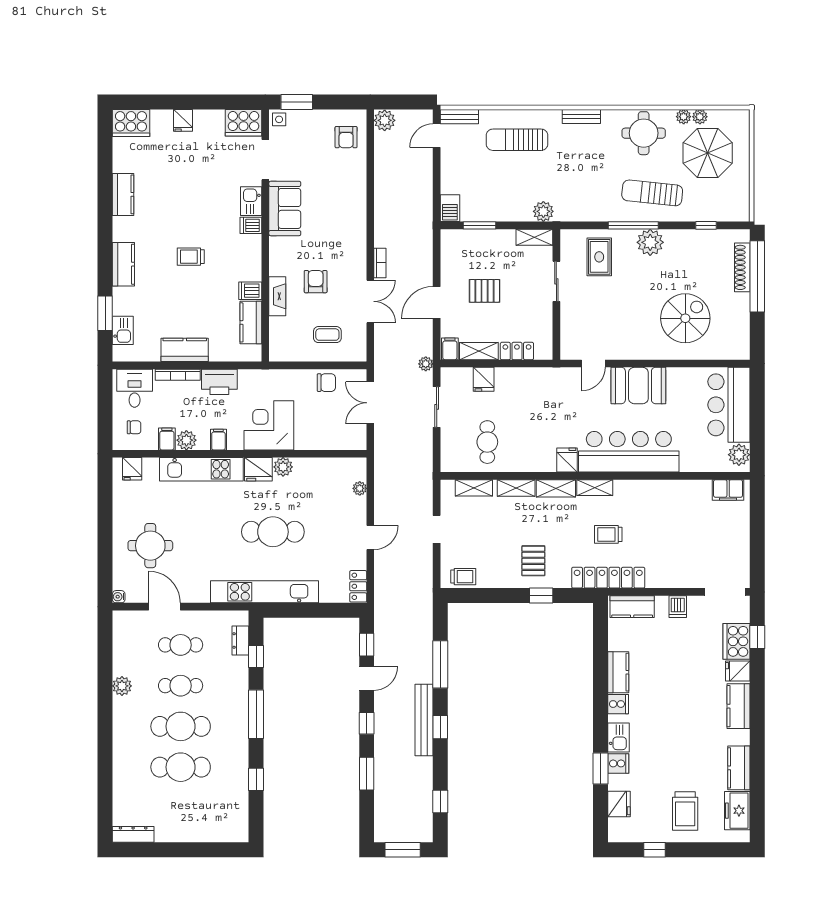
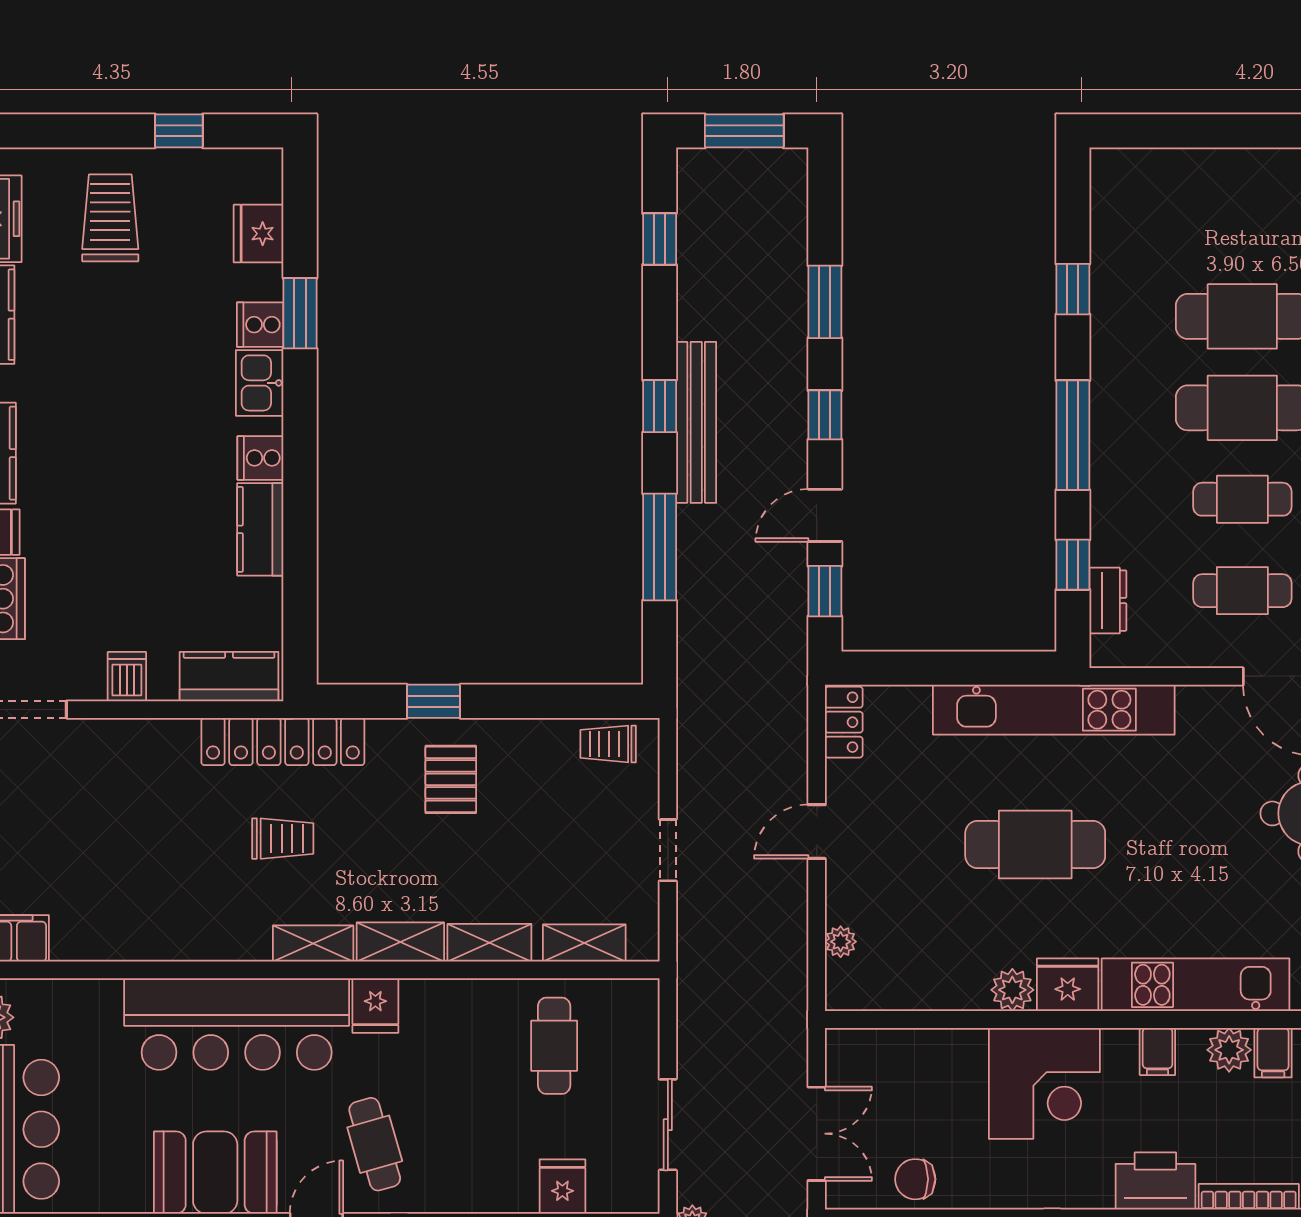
cafe table: (567, 398) -> (375, 1144), added

